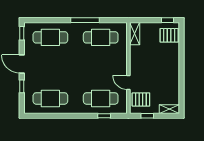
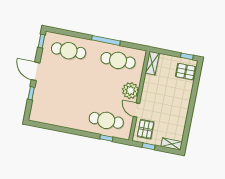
plant: (119, 65) -> (130, 91), added
cafe table: (50, 98) -> (57, 111), removed
pallet: (141, 99) -> (146, 129), turned 90

